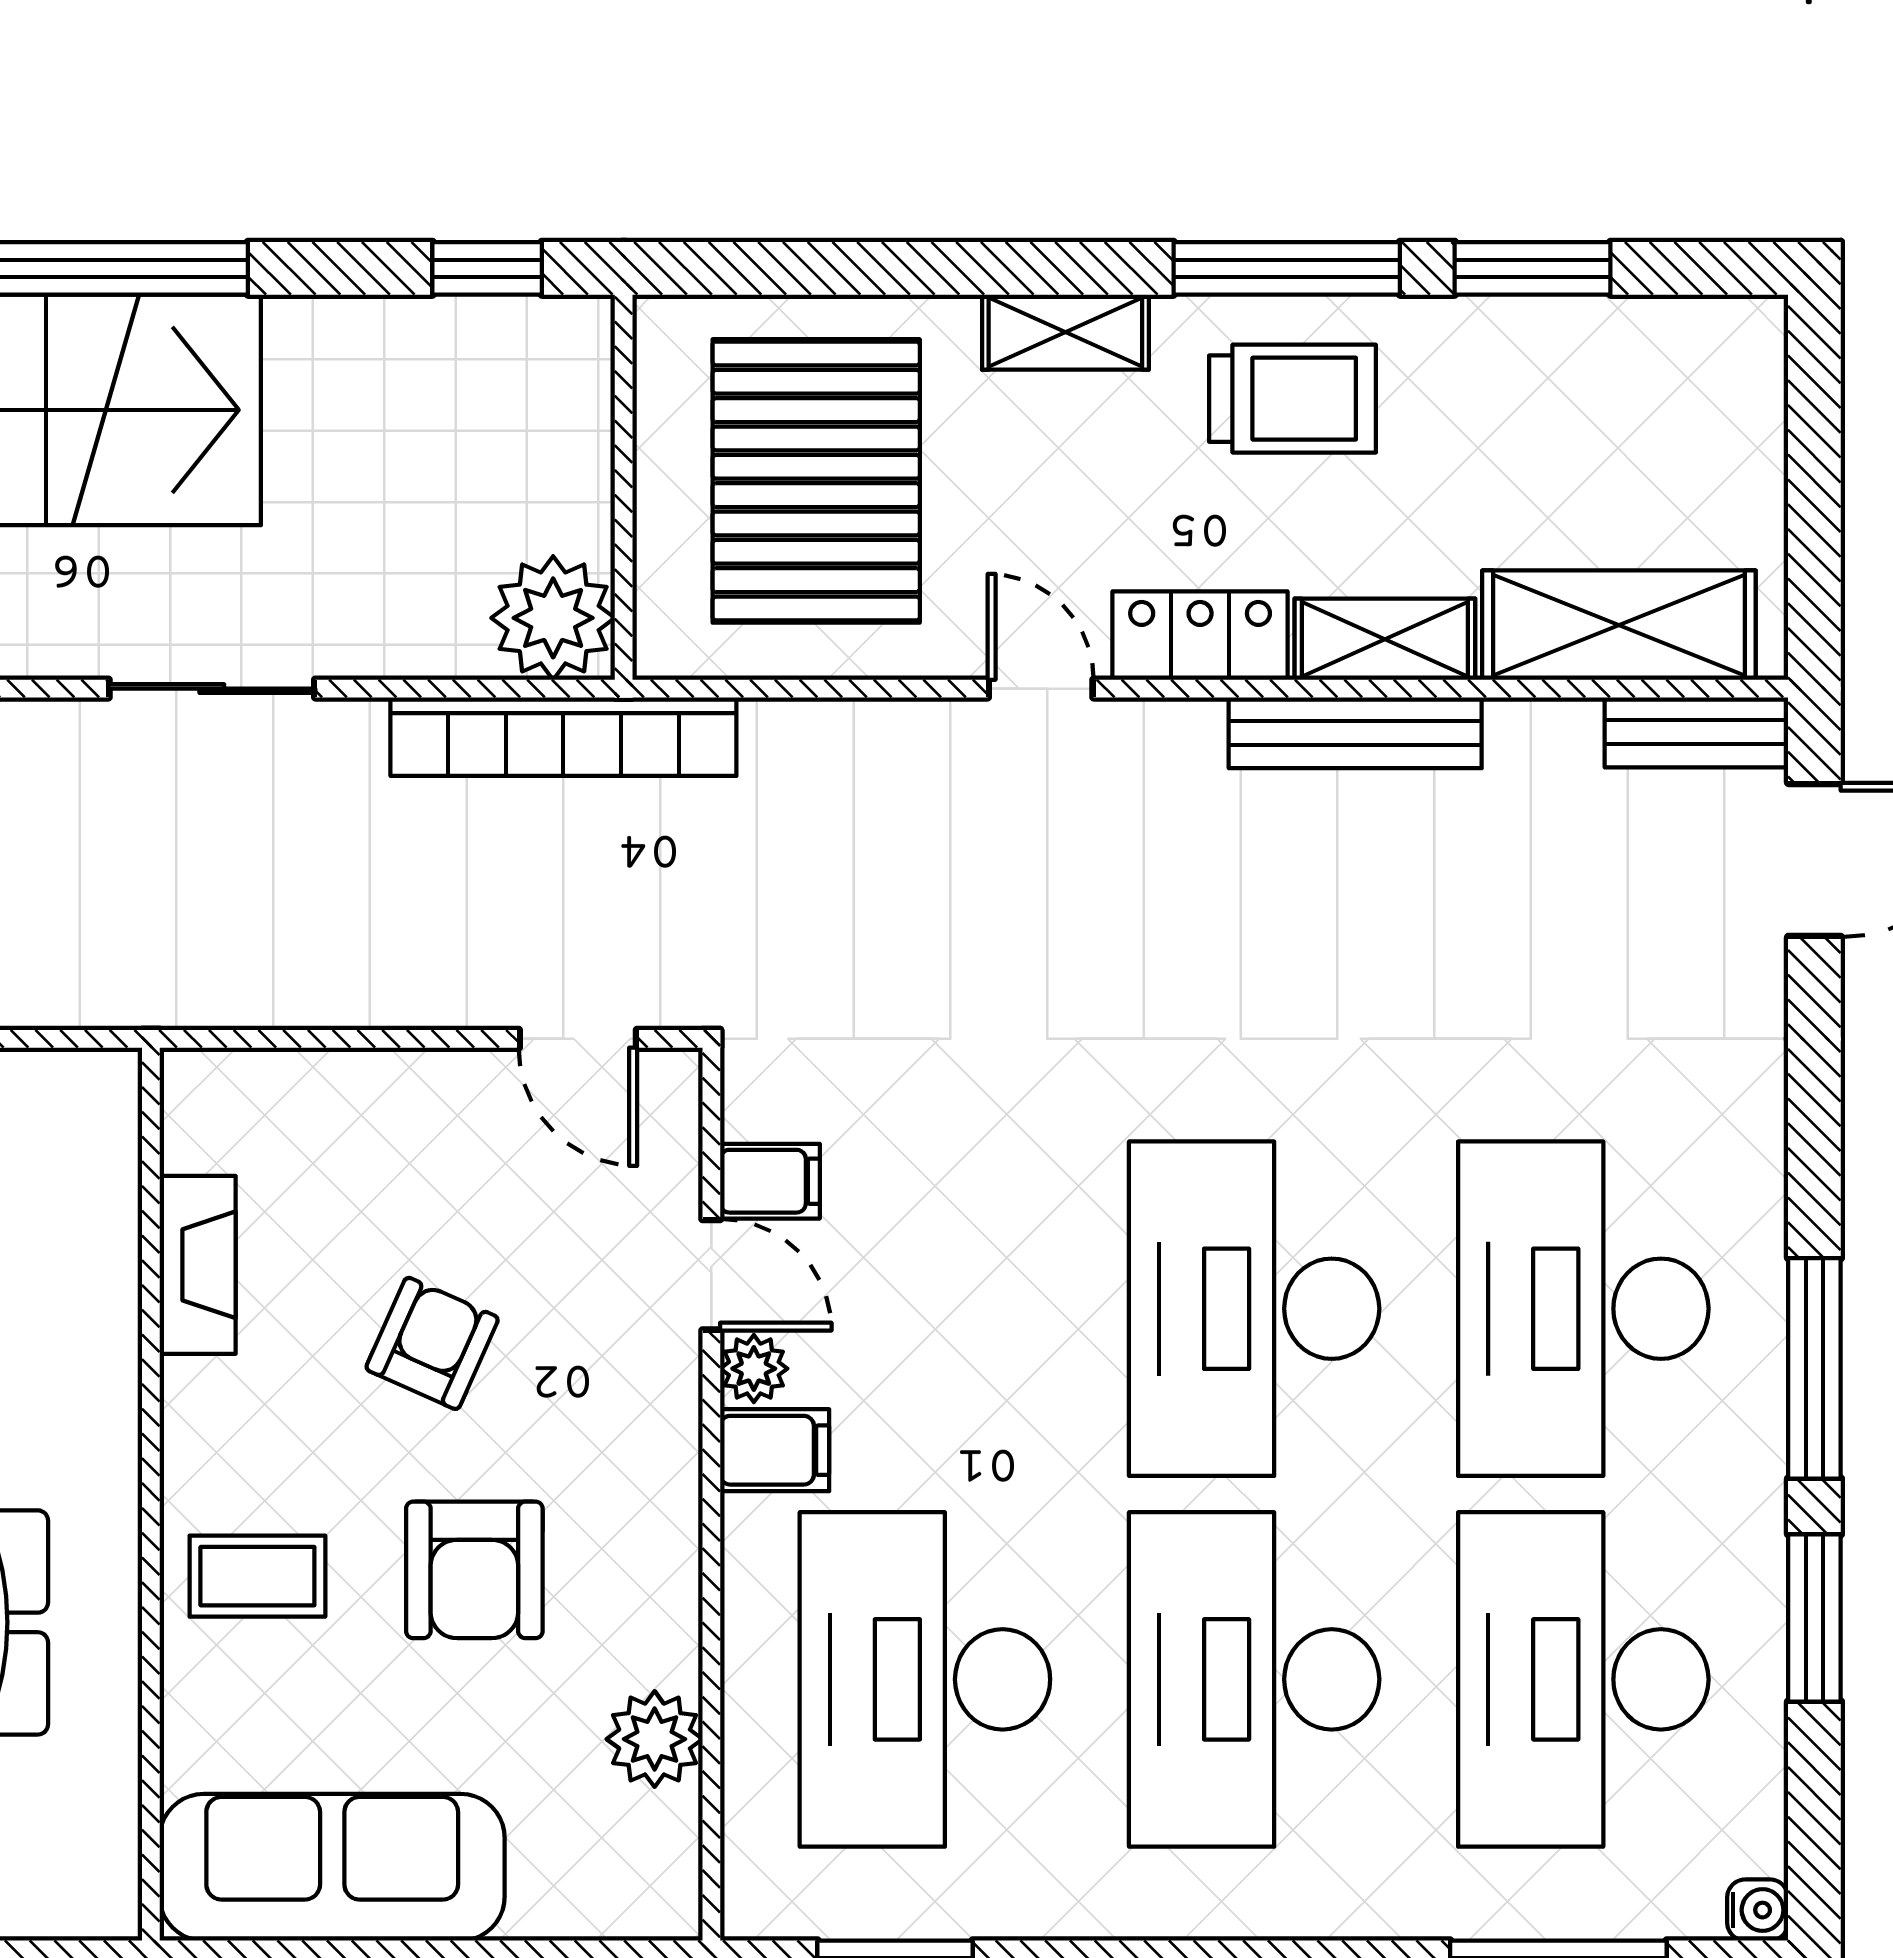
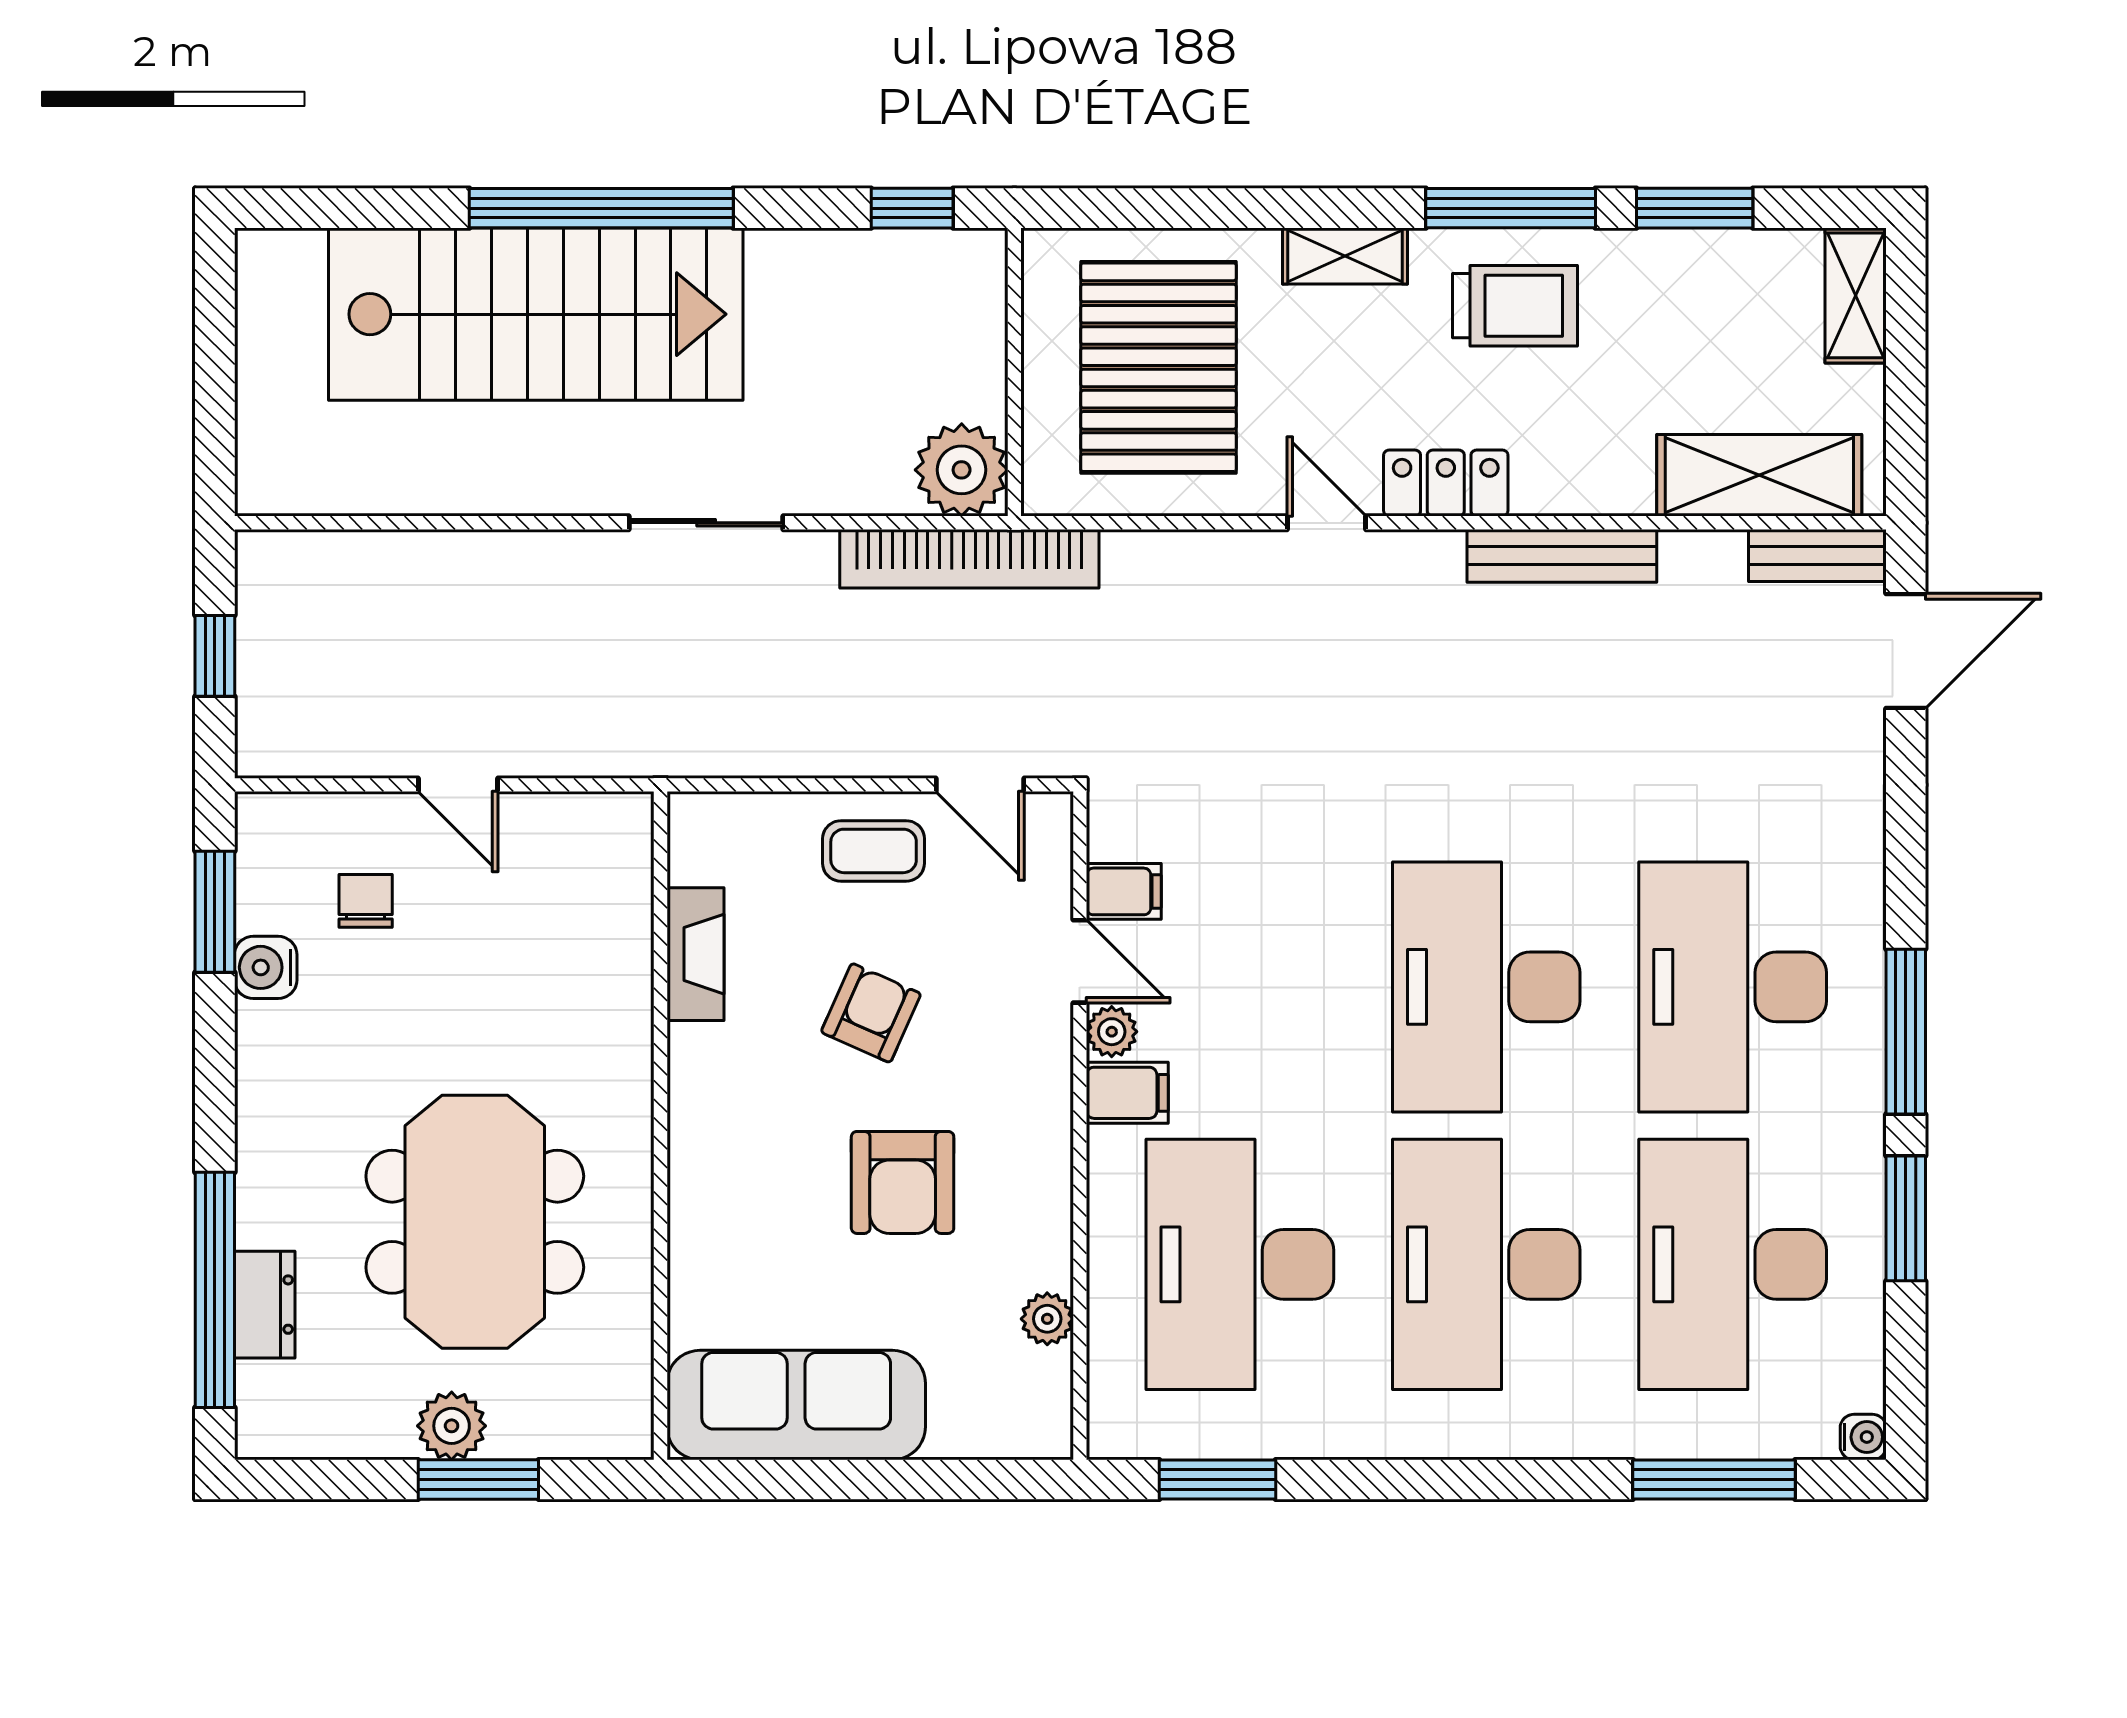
shelving: (1385, 639) -> (1856, 295), moved, turned 90
coffee table: (257, 1576) -> (874, 851), moved
plant: (655, 1739) -> (1047, 1319), width x0.73, depth x0.73

